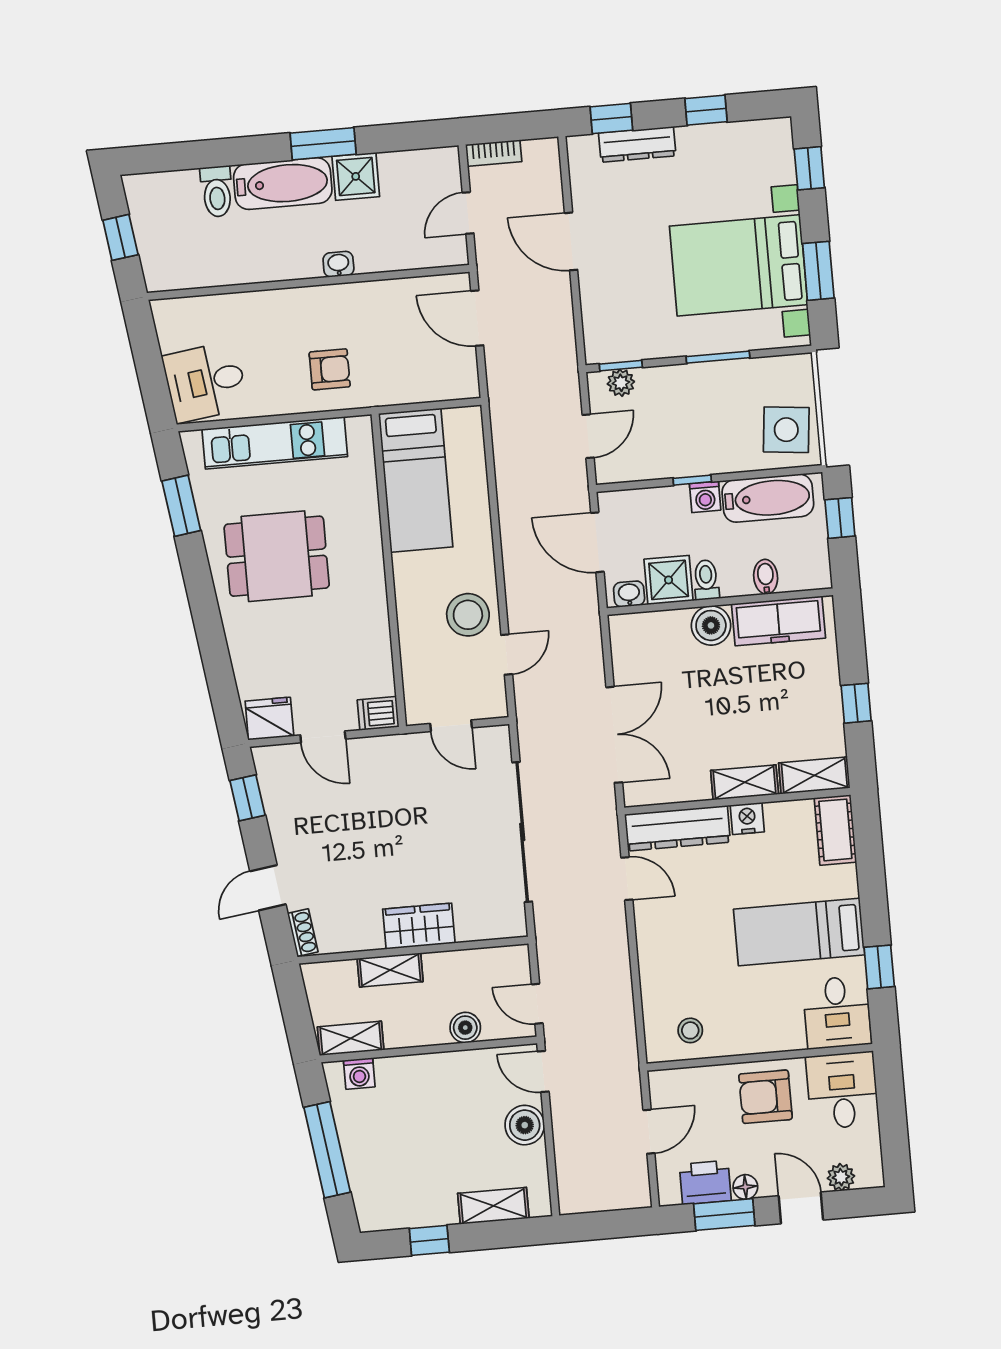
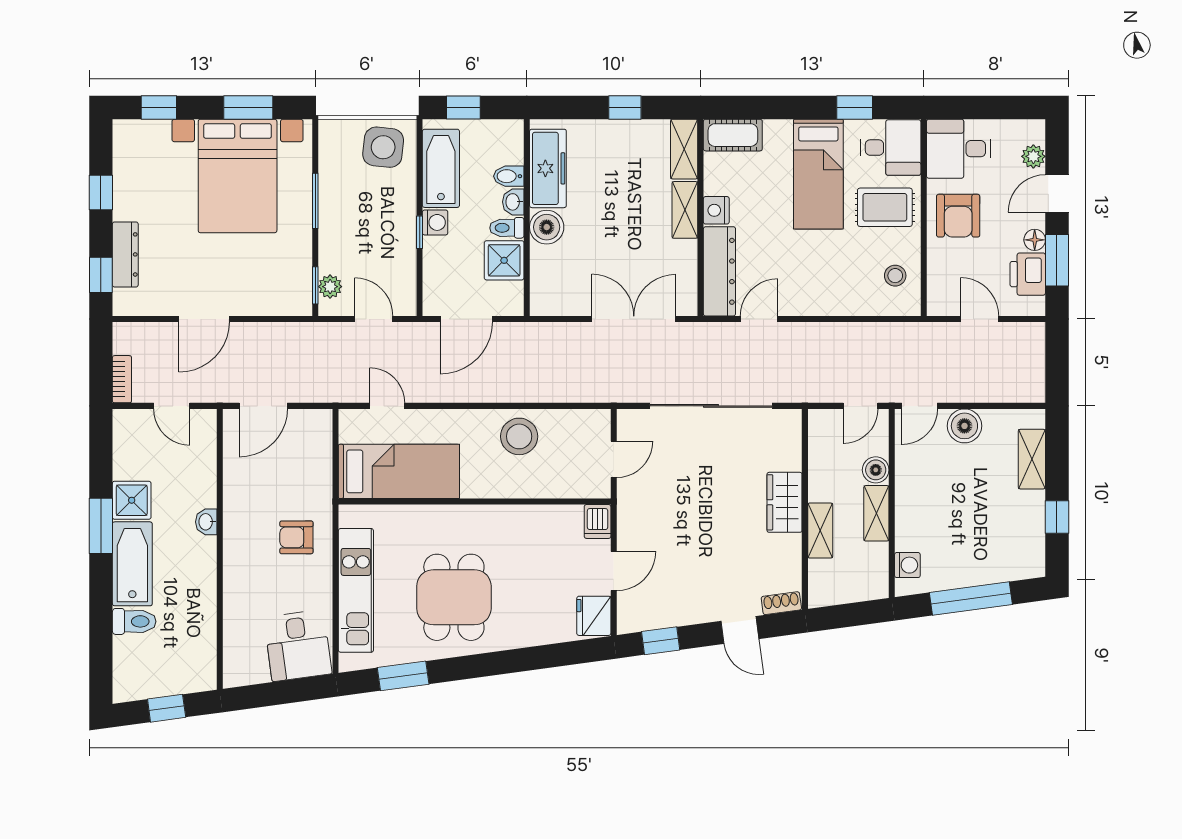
armchair: (330, 369) -> (296, 537), turned -90
washbasin: (629, 594) -> (513, 202), moved
door: (507, 655) -> (387, 406), moved
rug: (768, 1012) -> (885, 207), added
shelving: (351, 1038) -> (876, 513), moved

